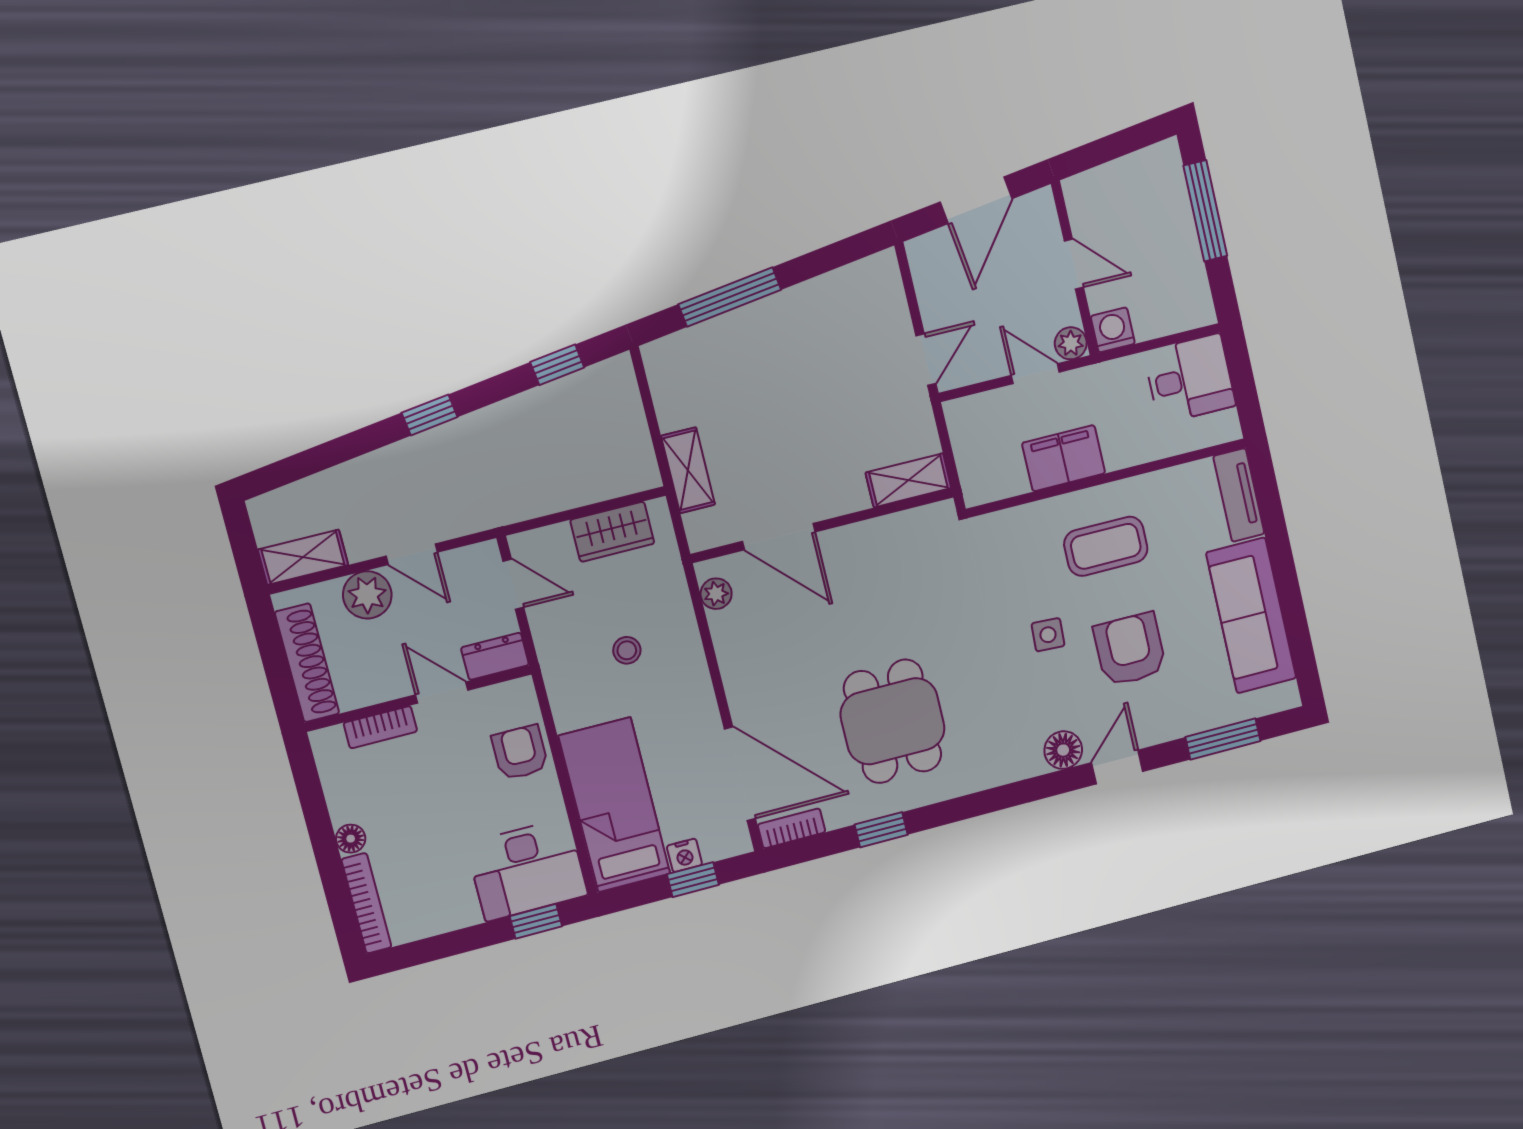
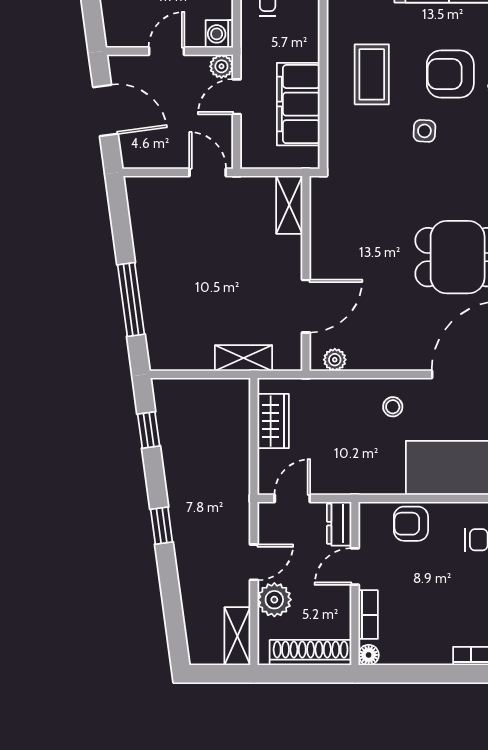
filing cabinet: (1064, 458) -> (298, 104), width x1.50, depth x1.17
stool: (627, 650) -> (393, 407), moved
floor lamp: (351, 839) -> (369, 655), moved

